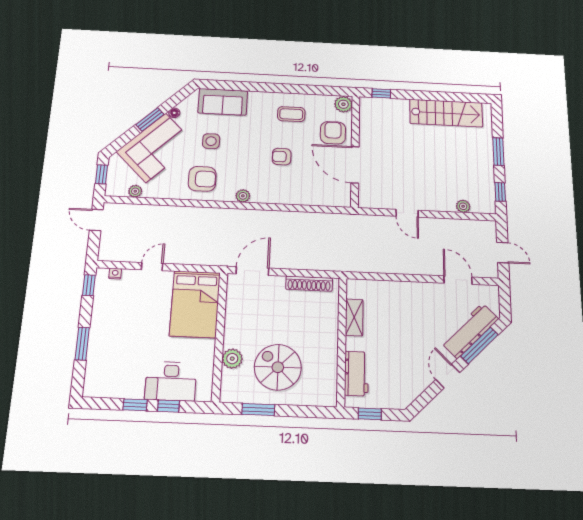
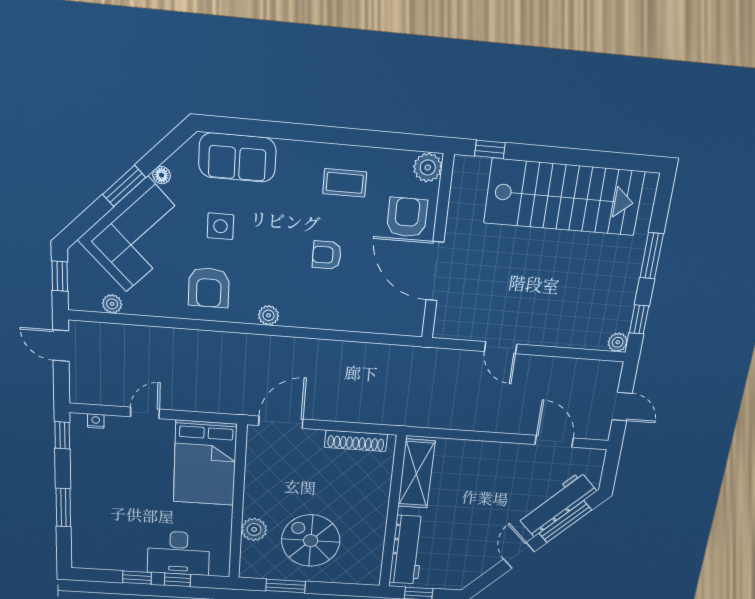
stairs: (446, 113) -> (564, 197), width x1.36, depth x1.51
armchair: (202, 179) -> (209, 287), turned 90
plant: (463, 206) -> (618, 342), moved
shelving: (354, 317) -> (416, 474), width x1.50, depth x1.33
workbench: (356, 373) -> (407, 550), width x1.37

